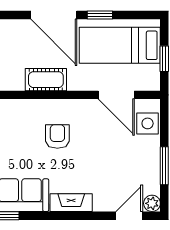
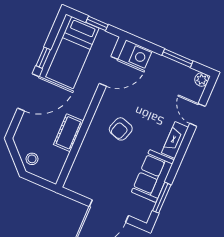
cot: (46, 80) -> (68, 133), moved
armchair: (57, 136) -> (121, 129), turned -72
door: (129, 216) -> (197, 115), moved

